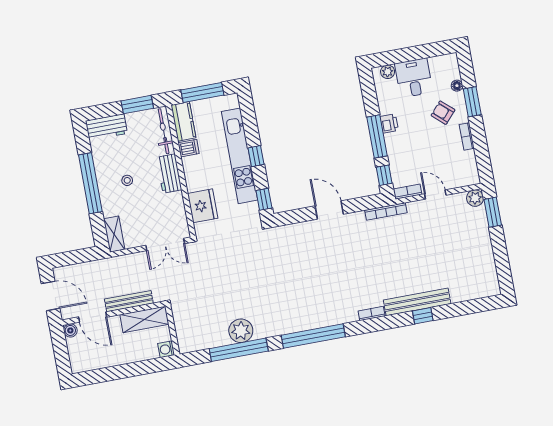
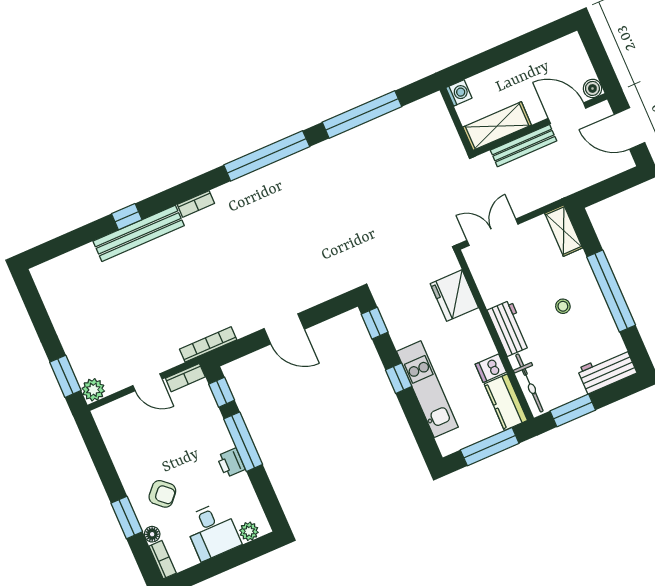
bookcase: (467, 136) -> (163, 560), moved
kitchen unit: (239, 156) -> (427, 389), width x0.73
plant: (241, 331) -> (365, 141), removed

